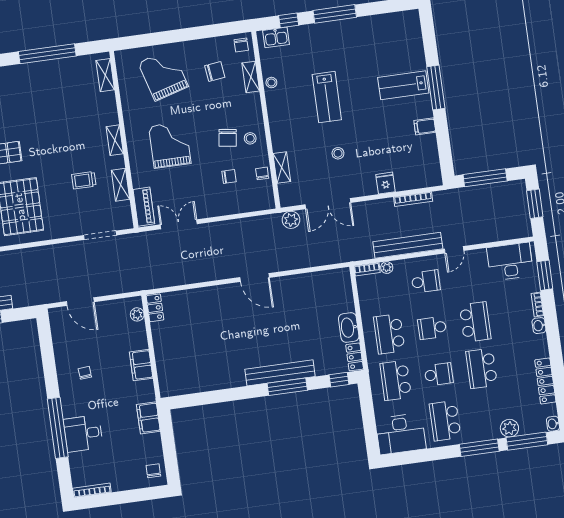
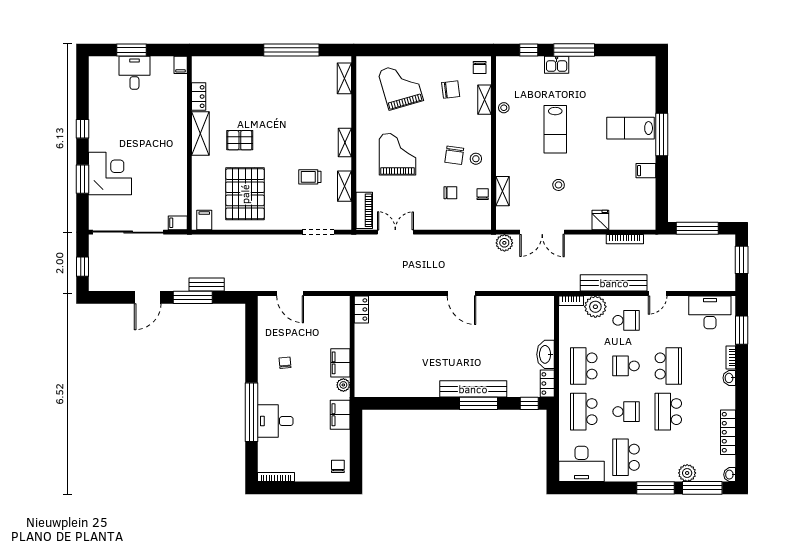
kitchen sink: (276, 37) -> (557, 65), moved
plant: (387, 268) -> (595, 307), width x1.87, depth x1.87
plant: (137, 314) -> (343, 385), moved

